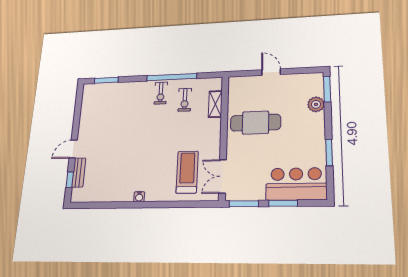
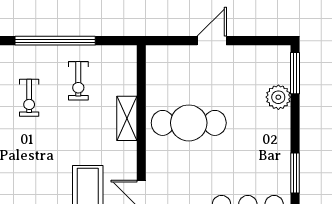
door: (271, 72) -> (212, 41), hinge flipped
exercise bike: (161, 93) -> (29, 98), moved
shelving: (215, 104) -> (127, 118), moved

